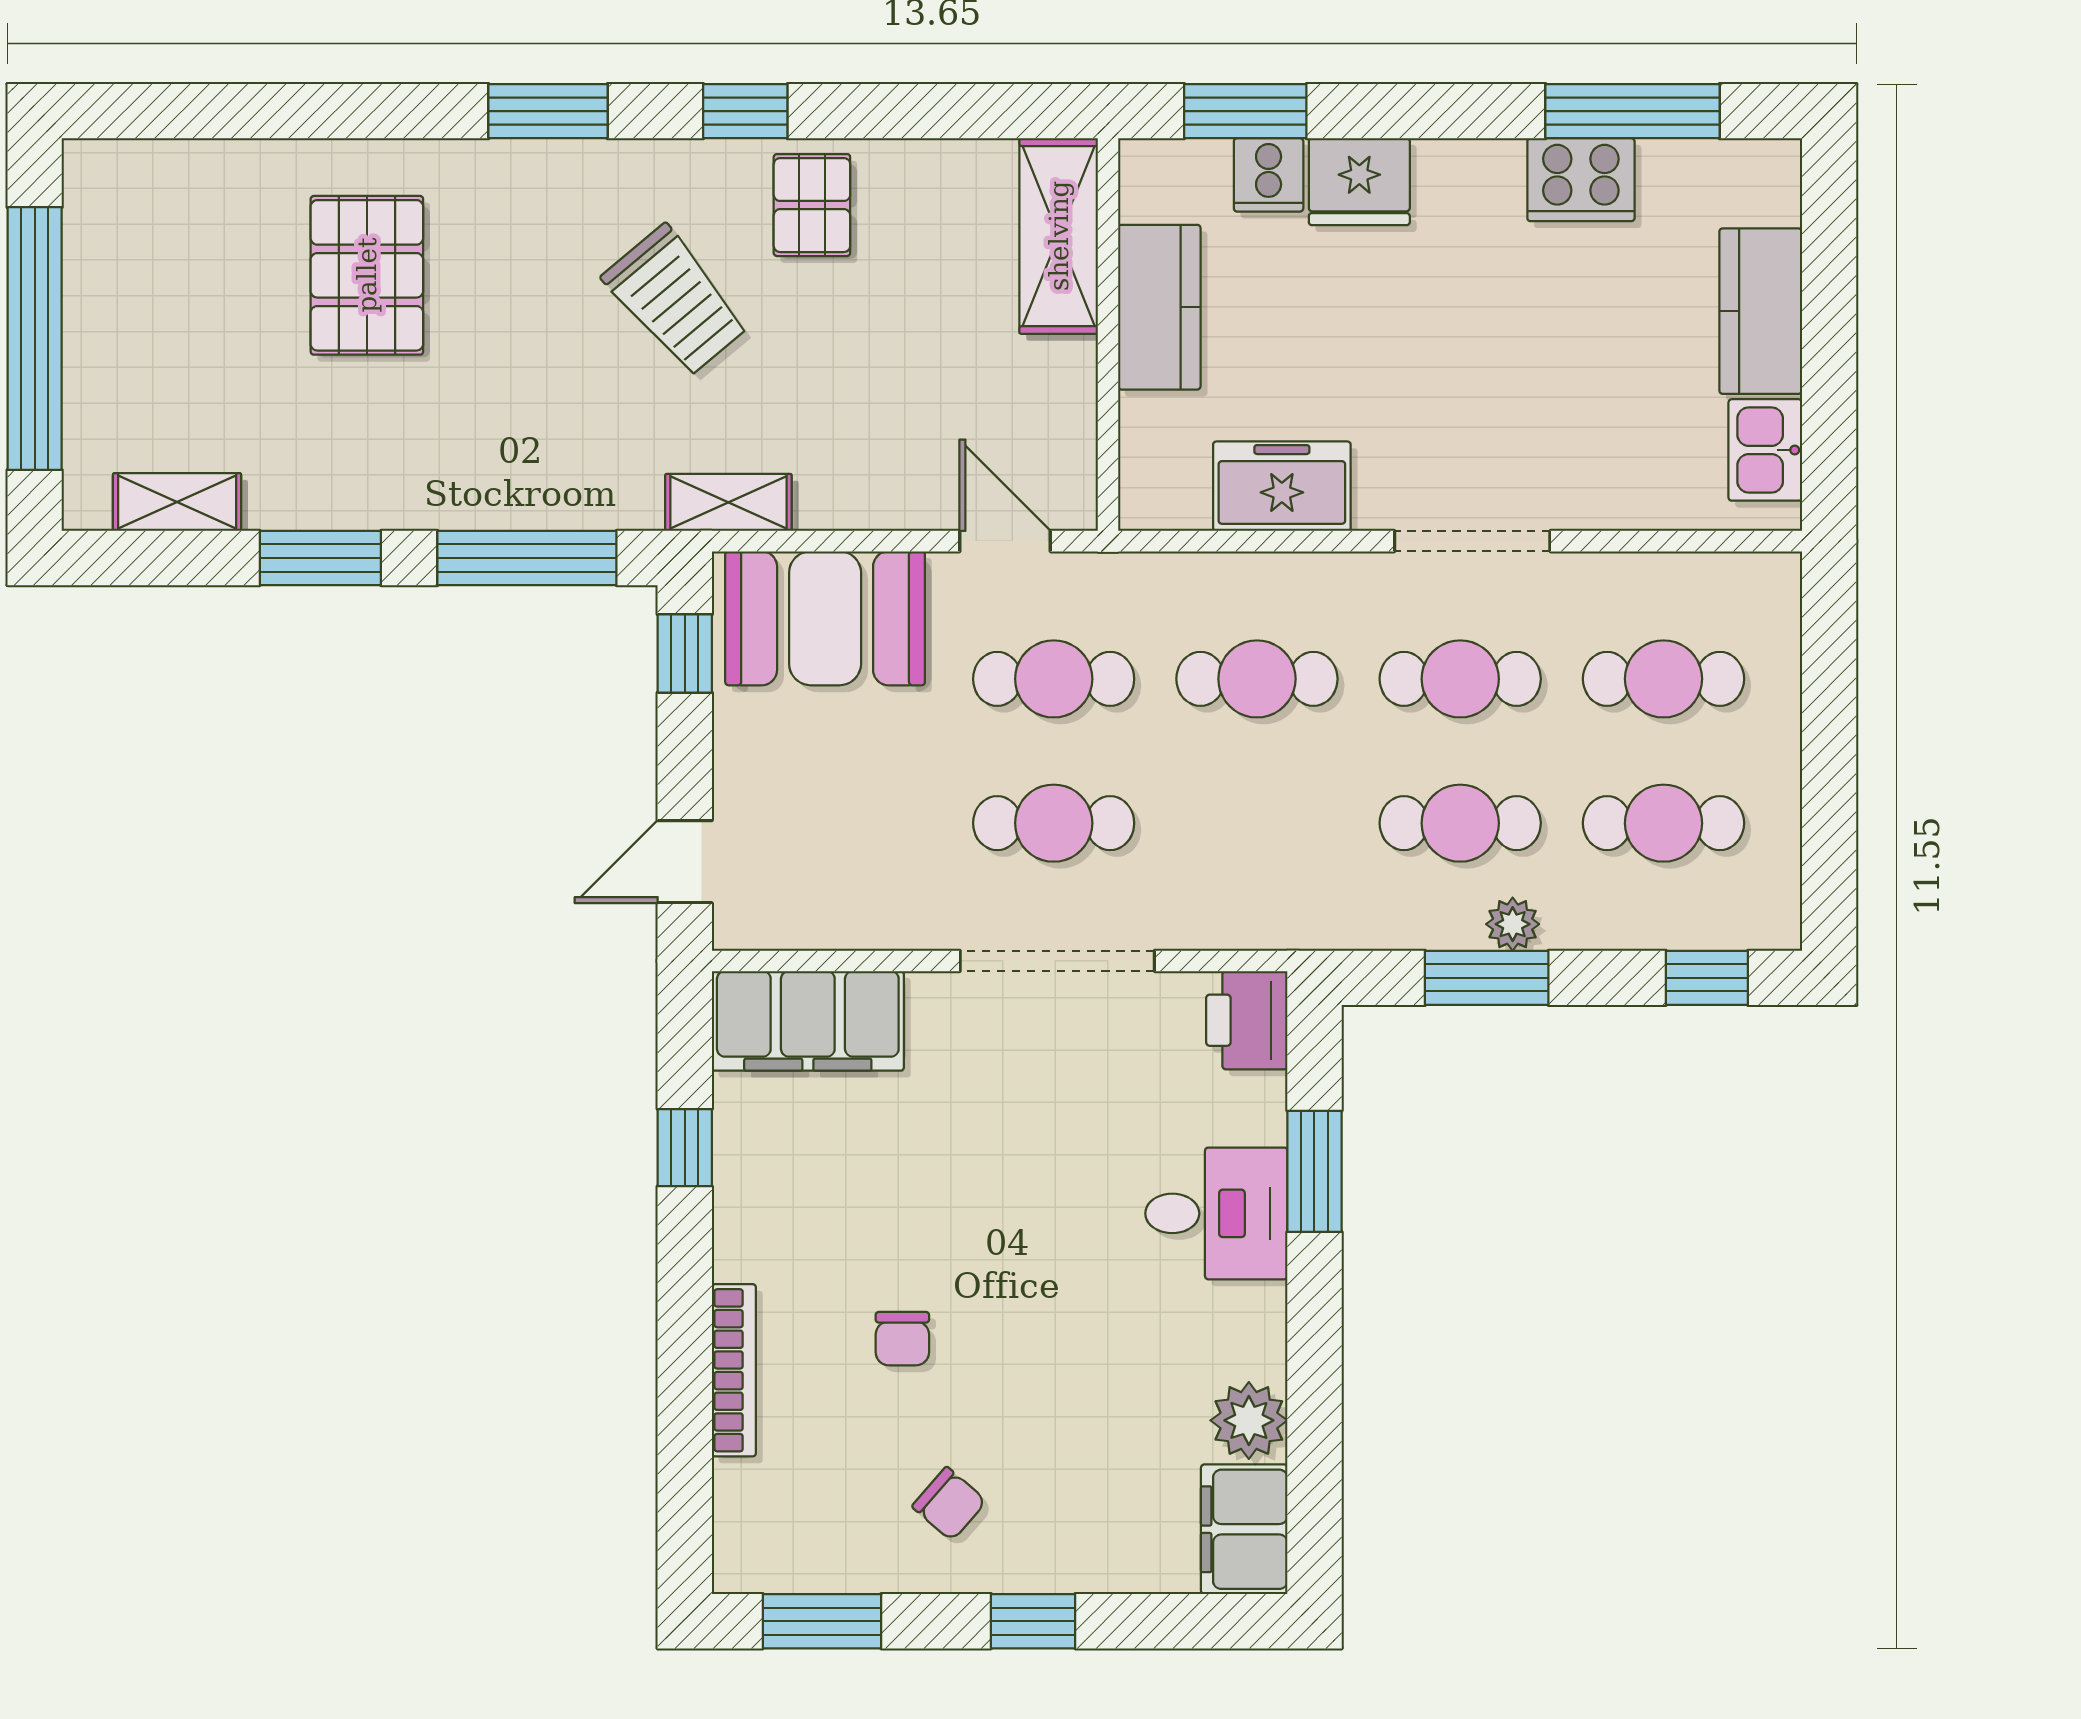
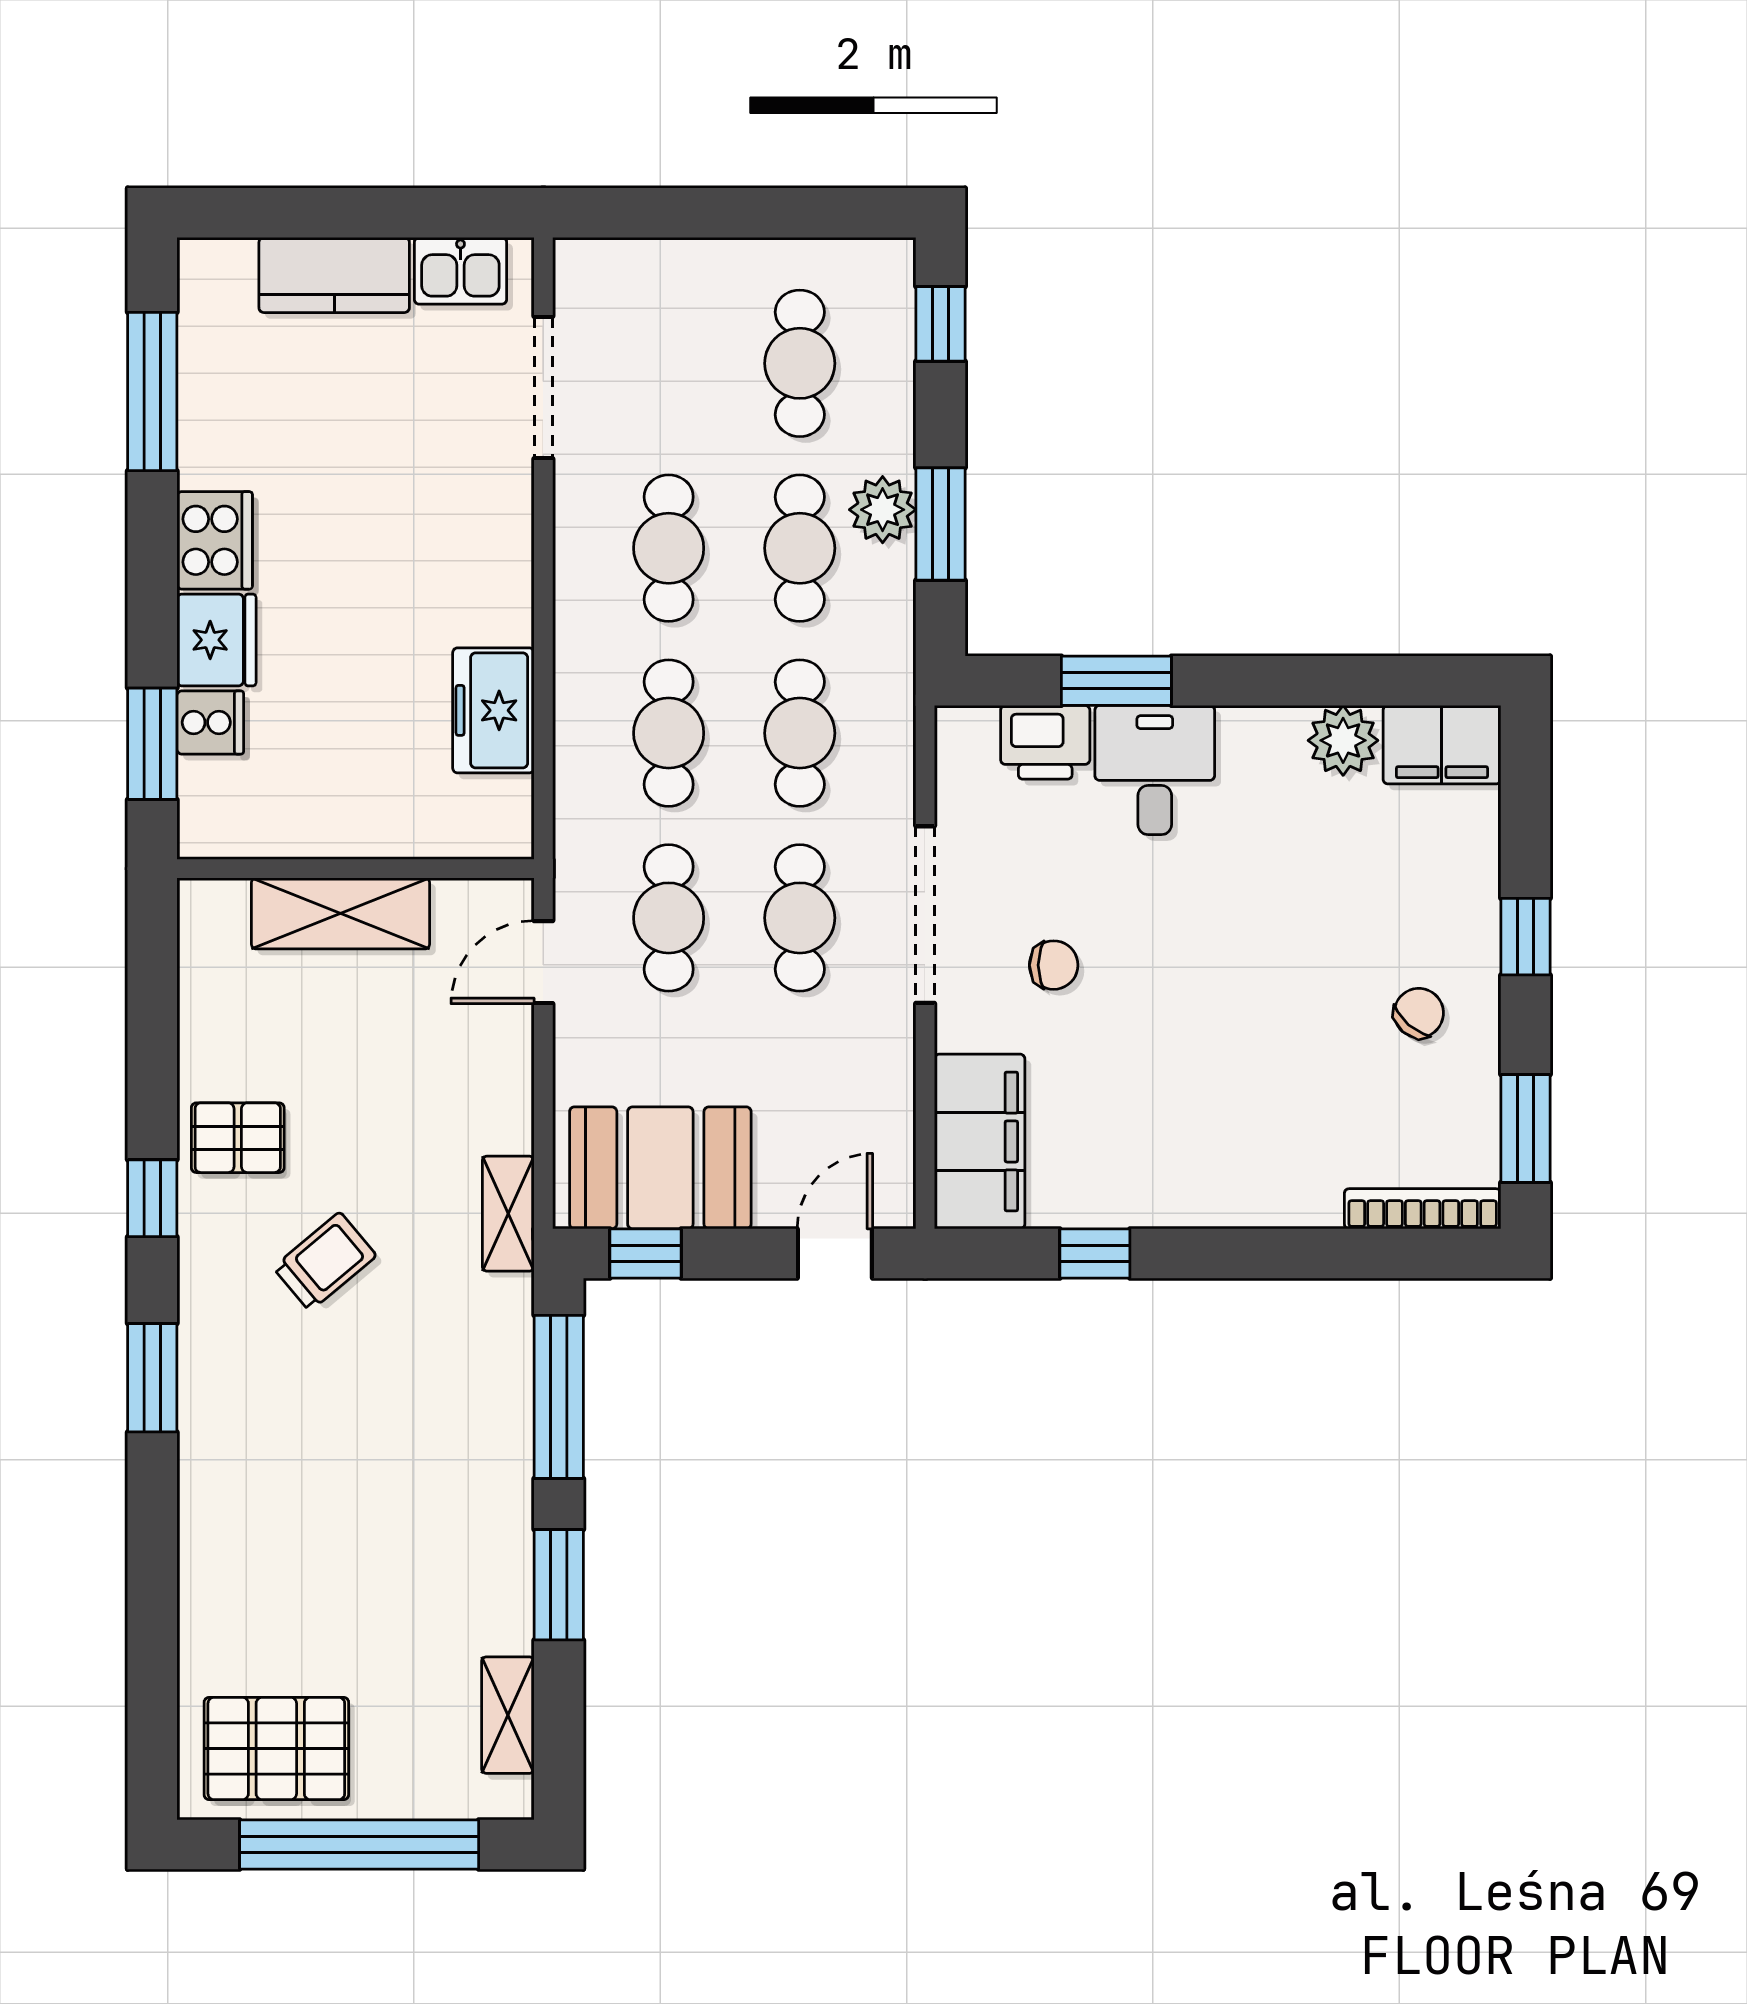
cooker: (1581, 180) -> (215, 540), moved
shelving: (1059, 236) -> (340, 913), moved
pallet: (367, 275) -> (276, 1748), moved
trolley: (676, 301) -> (325, 1262), width x0.73, depth x0.72
kitchen counter: (1159, 307) -> (331, 822), removed
doorway: (1472, 541) -> (543, 388), moved
booth: (825, 618) -> (660, 1168), moved, turned 90
cafe table: (1663, 679) -> (800, 733), moved
door: (685, 862) -> (835, 1253), swing flipped
plant: (1513, 924) -> (883, 510), width x1.38, depth x1.38
printer: (1247, 1020) -> (1045, 742), moved
chair: (902, 1339) -> (1054, 965), moved
bookcase: (734, 1370) -> (1423, 1209), moved

